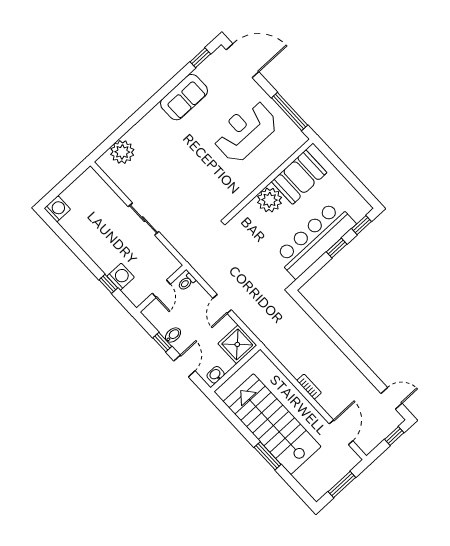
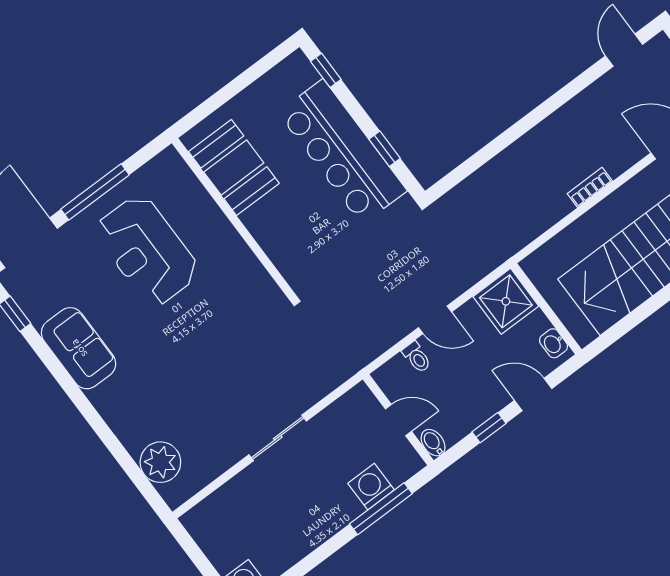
window: (290, 112) -> (95, 192), moved
plant: (269, 200) -> (267, 222), removed
window: (337, 248) -> (385, 149), moved
toilet: (187, 282) -> (417, 357), moved
window: (108, 284) -> (381, 509), width x2.17
bidet: (173, 335) -> (433, 443), moved

